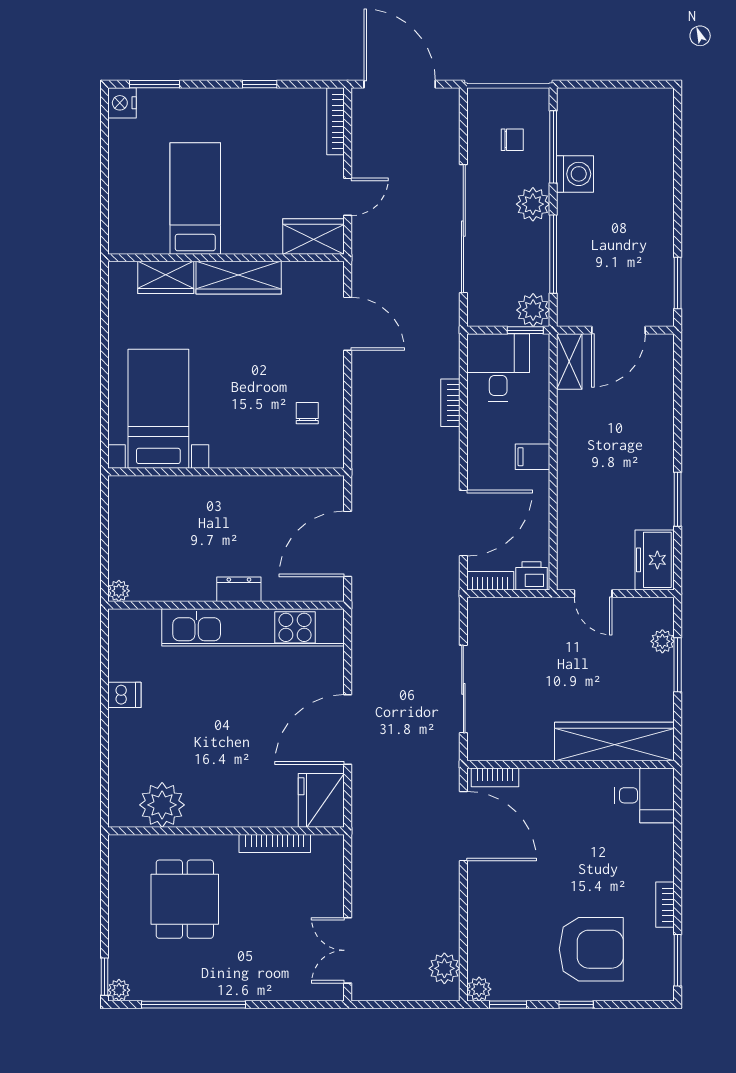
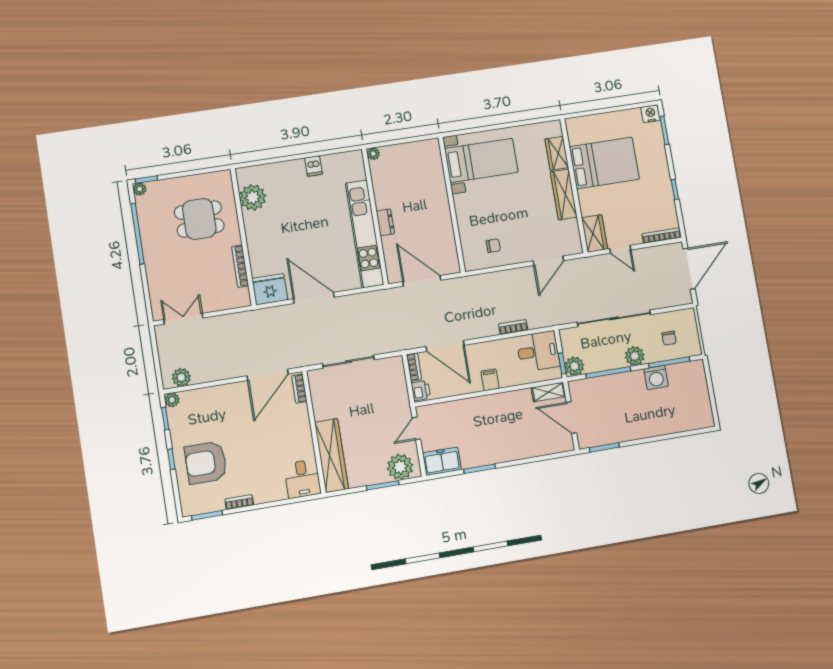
bed: (195, 198) -> (604, 163), width x1.50
plant: (662, 641) -> (400, 467), width x1.88, depth x1.88
armchair: (591, 949) -> (206, 463), turned 90

